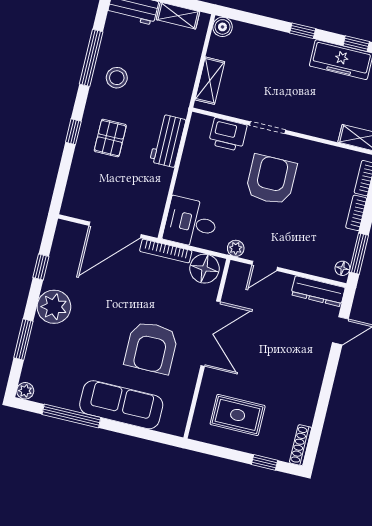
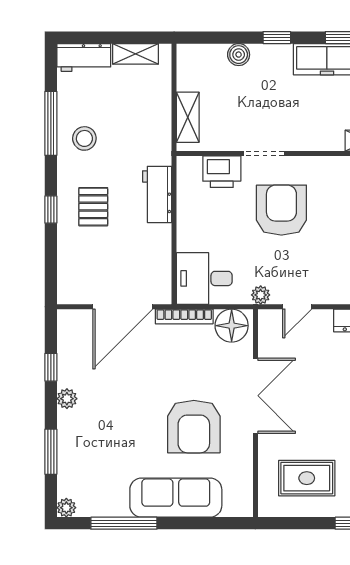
boiler: (222, 27) -> (239, 55), moved
plant: (54, 307) -> (67, 399), width x0.53, depth x0.53

